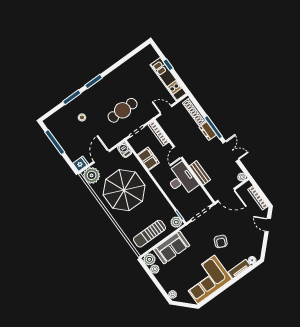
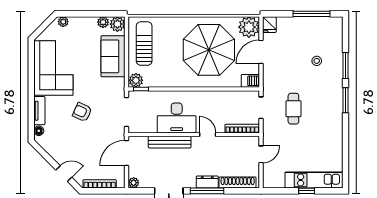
kitchen unit: (168, 79) -> (314, 180), moved
cafe table: (123, 110) -> (293, 109), width x0.73, depth x0.74
door: (102, 157) -> (261, 52), swing flipped
filing cabinet: (148, 159) -> (223, 99), removed
bench: (200, 173) -> (170, 142), width x1.36

